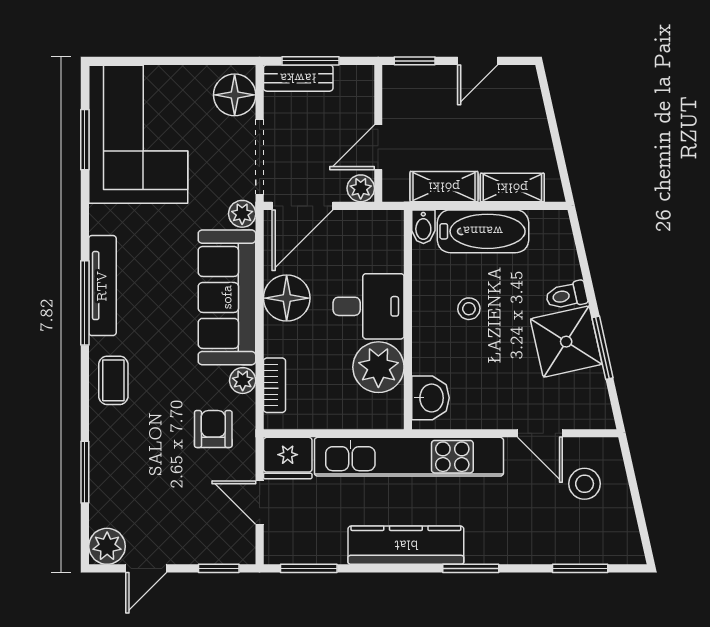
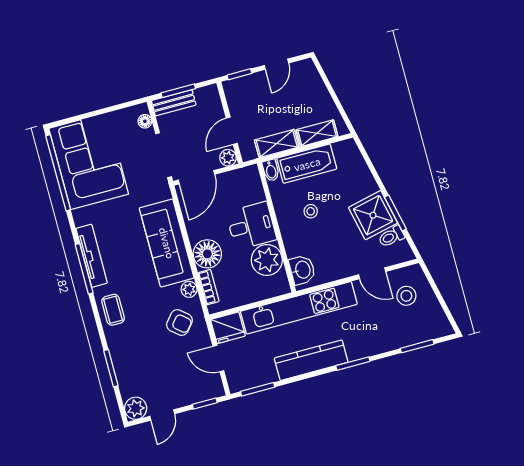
floor lamp: (235, 95) -> (145, 121), width x0.53, depth x0.53
window: (85, 140) -> (58, 173), width x2.11
plant: (242, 214) -> (162, 191), removed
toilet: (567, 295) -> (391, 236), moved
floor lamp: (287, 298) -> (207, 254), moved
armchair: (213, 429) -> (179, 323), turned 130

